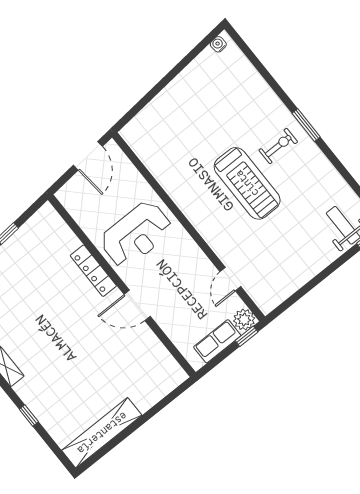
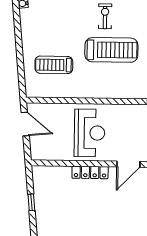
treadmill: (179, 134) -> (54, 65), added

